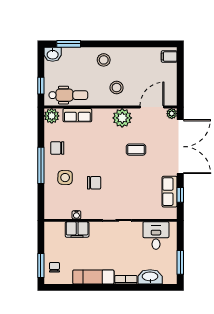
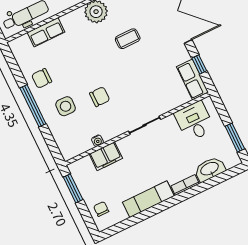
plant: (52, 116) -> (19, 47), removed
row of seats: (170, 192) -> (192, 80), moved
window: (41, 265) -> (73, 188), moved

